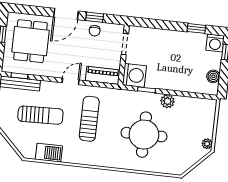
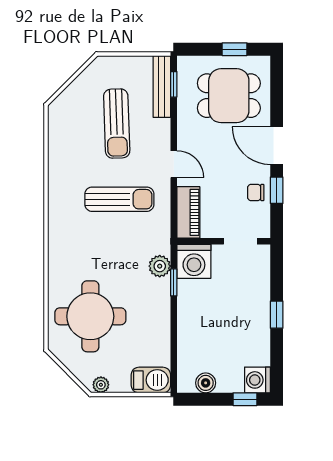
window: (196, 28) -> (277, 315), moved
plant: (167, 101) -> (160, 266), moved
round table: (144, 135) -> (90, 316), moved
barbecue: (49, 153) -> (151, 380), moved, turned -90

